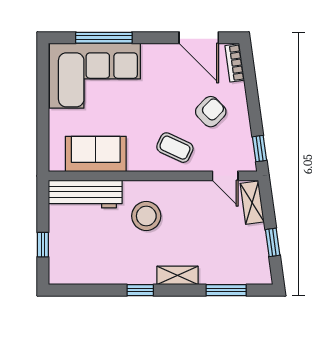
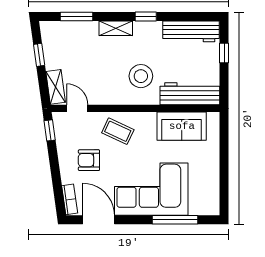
corner sofa: (95, 76) -> (151, 189), moved
armchair: (211, 112) -> (89, 160), turned 45
workbench: (84, 272) -> (191, 31), added

